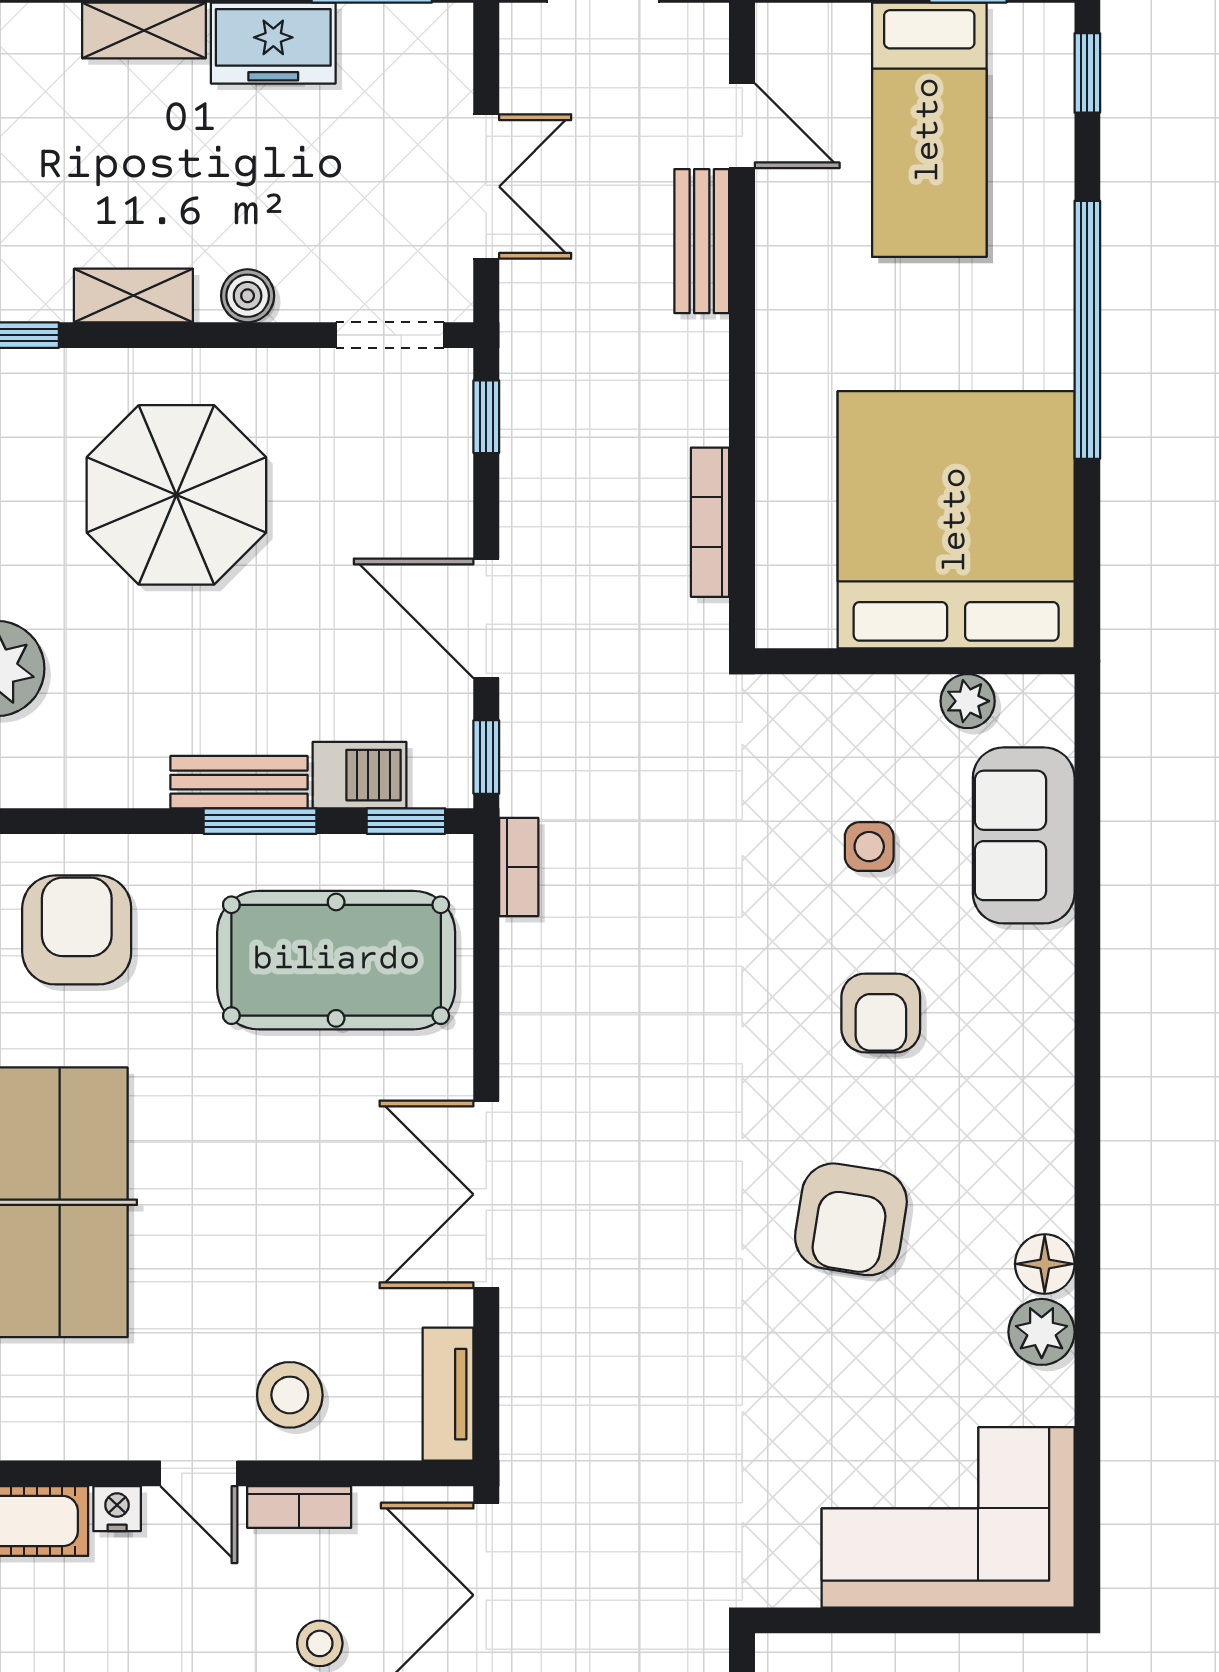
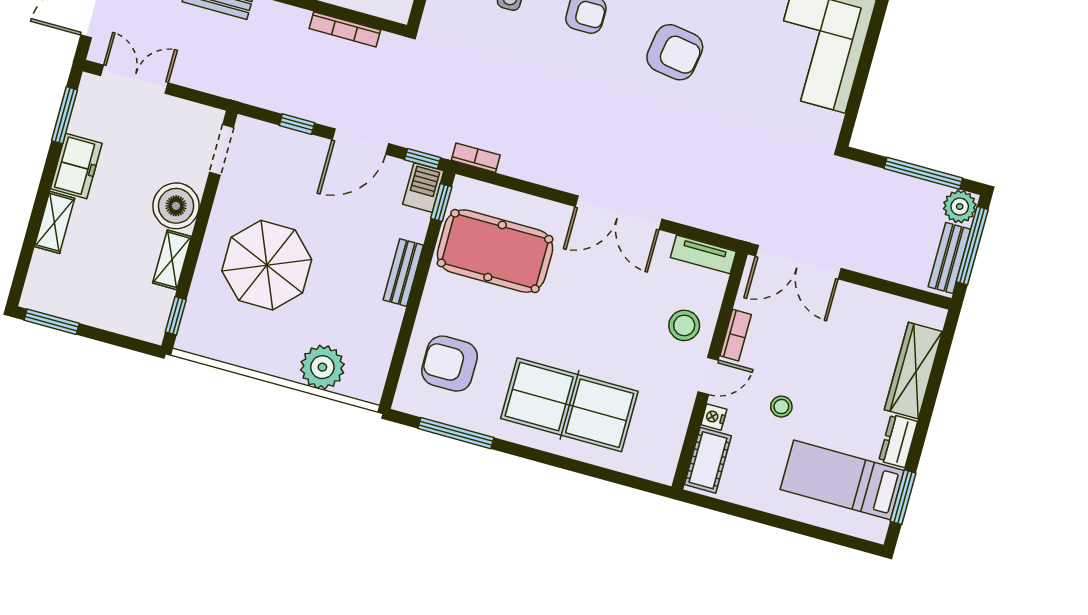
double door: (486, 187) -> (134, 79), moved
boiler: (248, 296) -> (176, 206), width x1.86, depth x1.86
window: (486, 417) -> (297, 124), moved
barbecue: (360, 775) -> (423, 188), moved
window: (260, 821) -> (423, 268), removed
pool table: (336, 960) -> (495, 251), turned 90
stool: (320, 1643) -> (781, 407), moved

